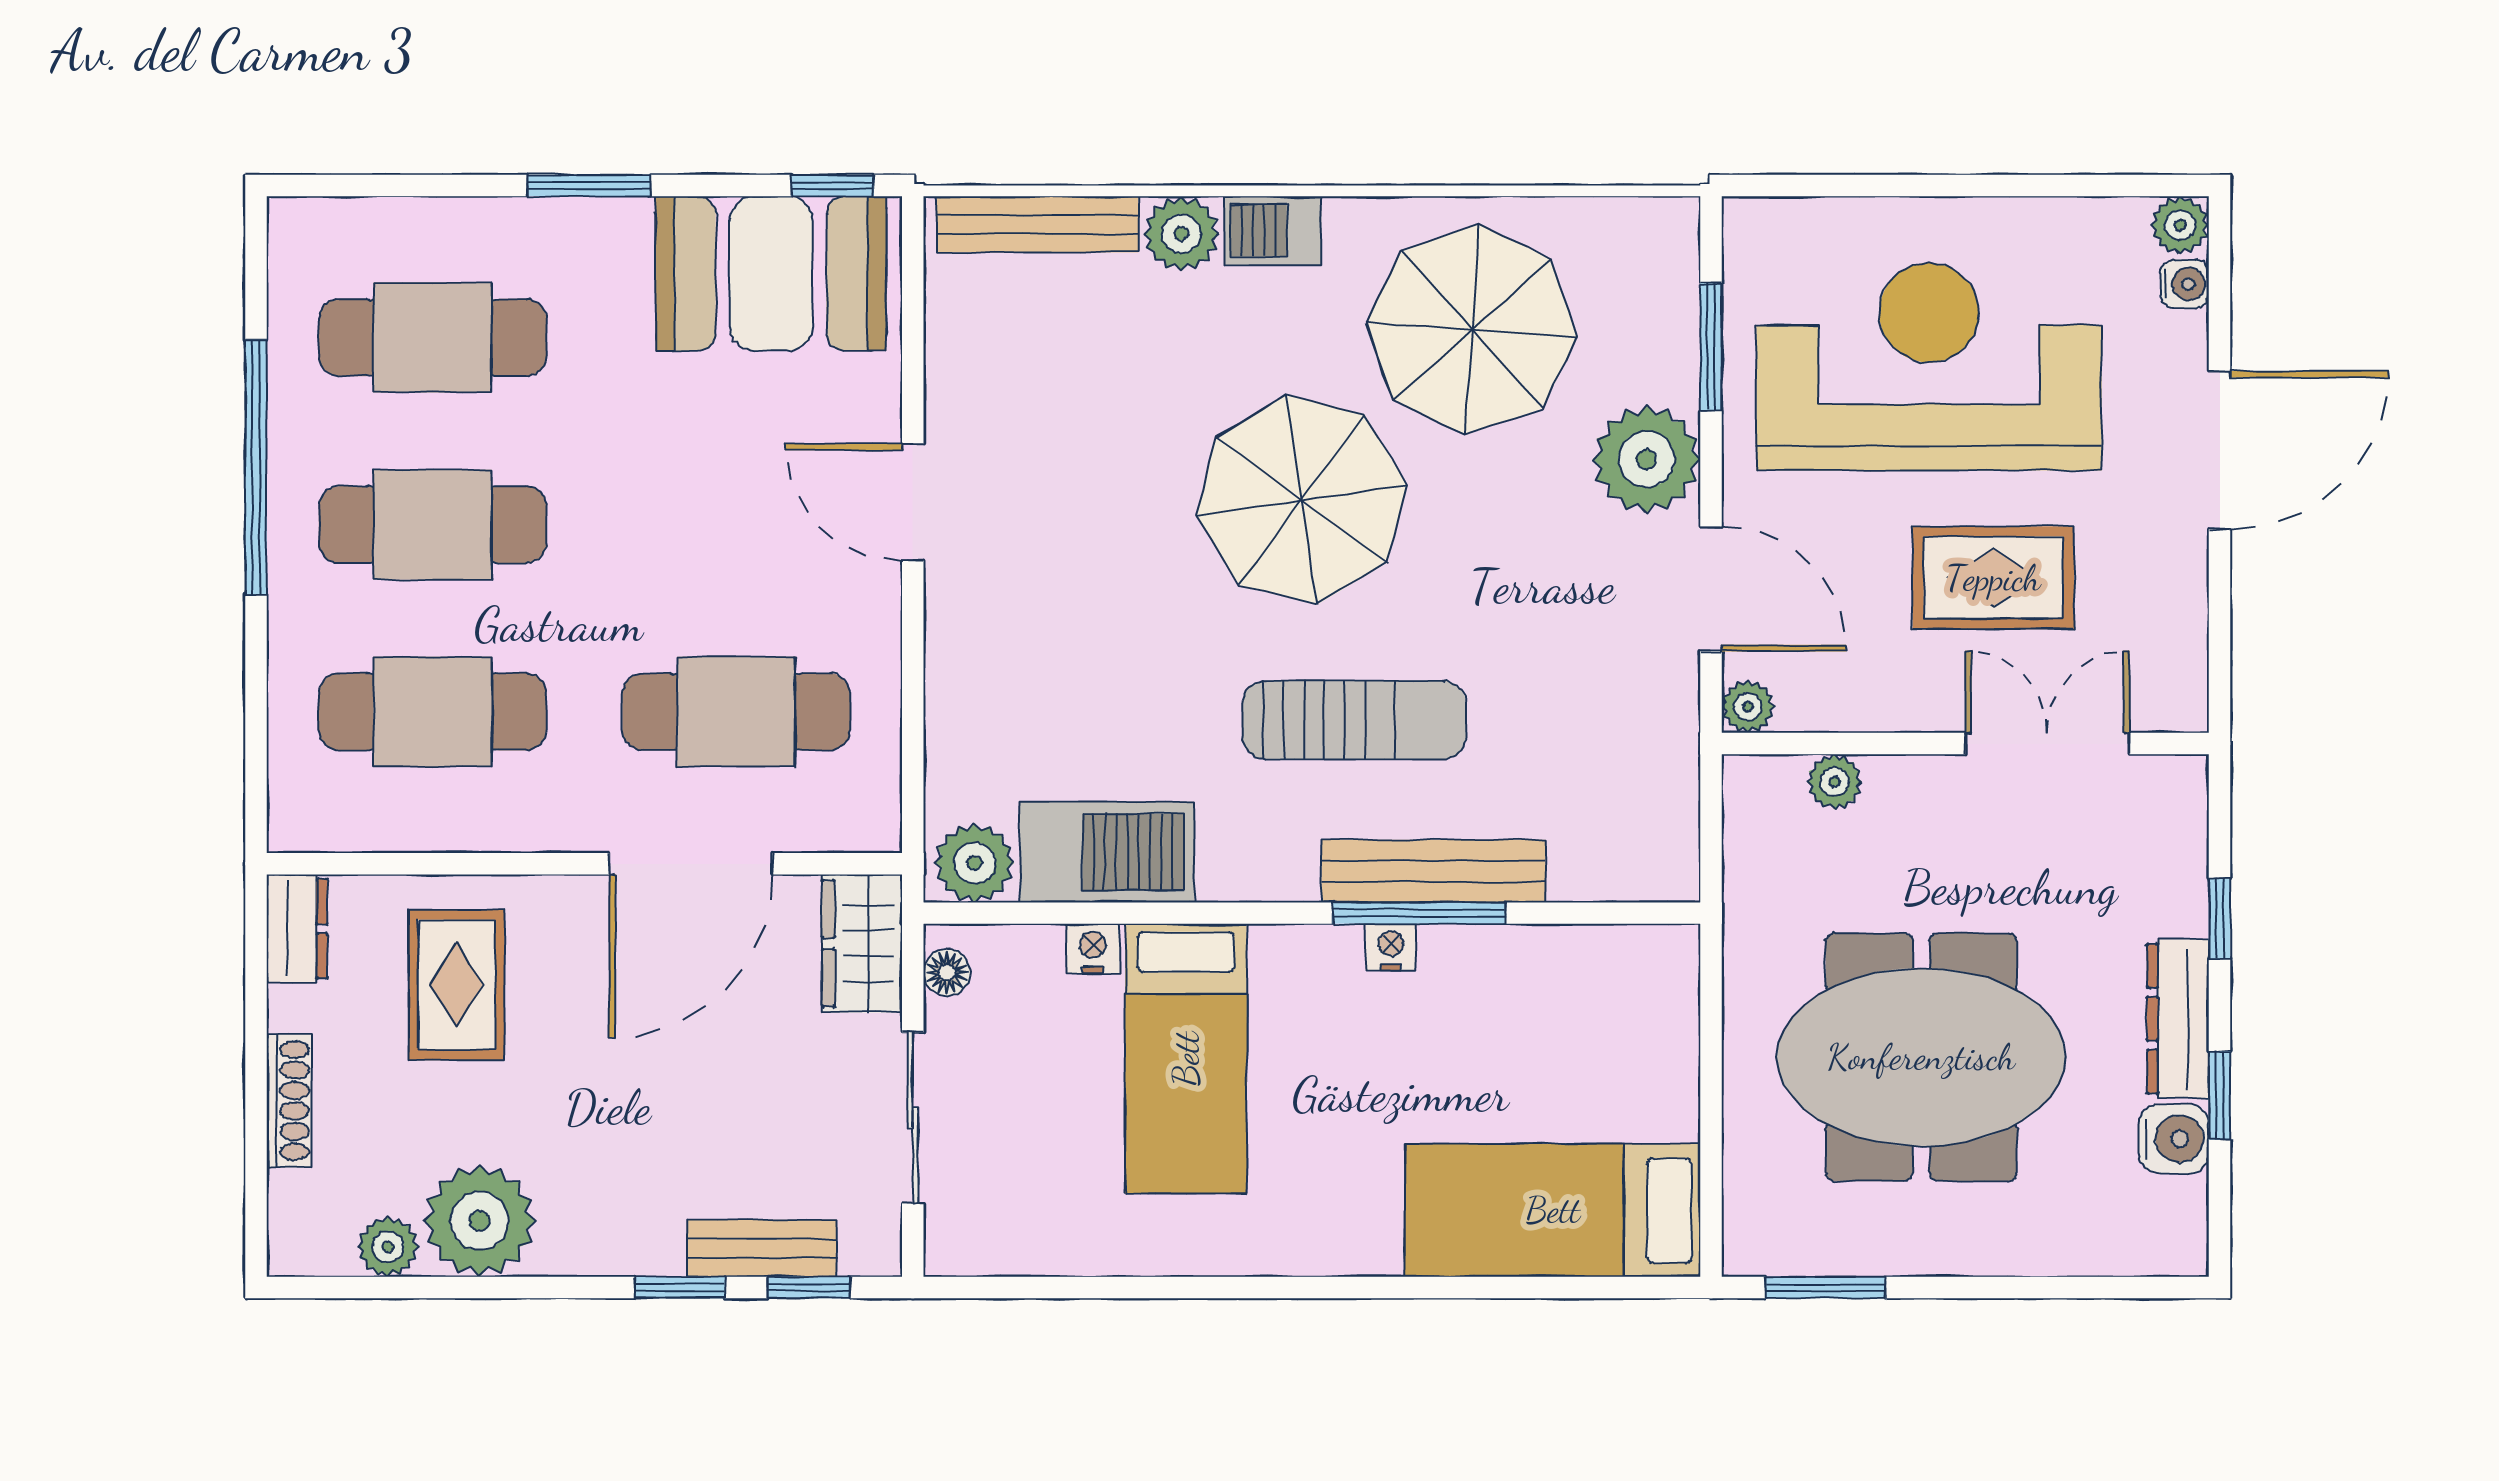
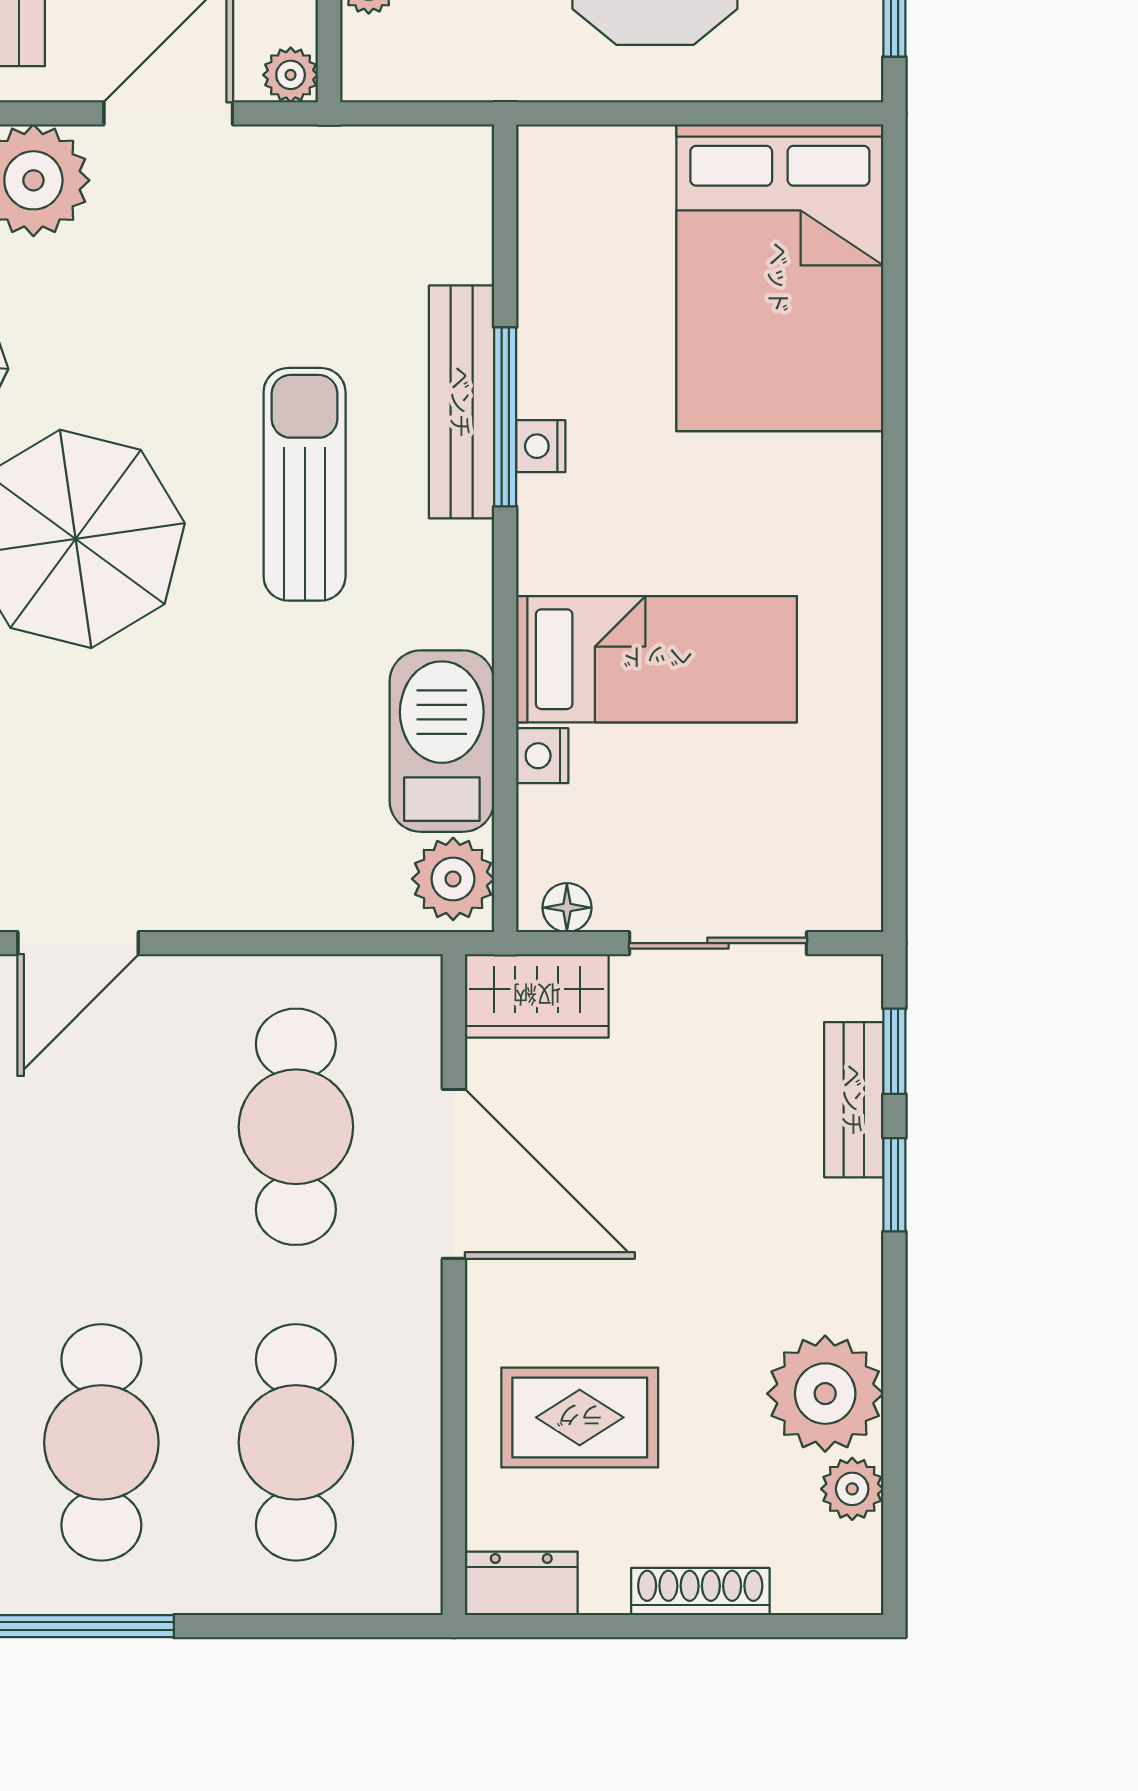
bed: (1553, 1210) -> (780, 278), width x1.50

